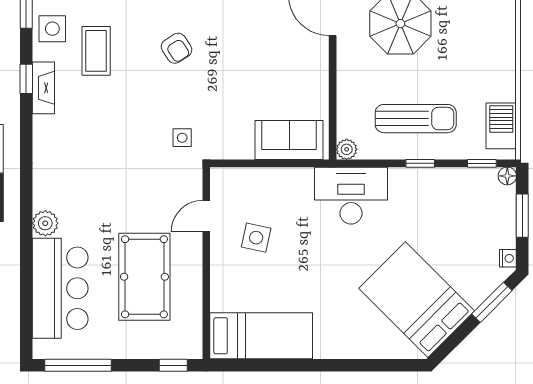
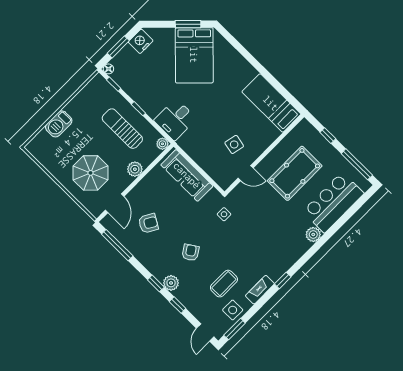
armchair: (266, 32) -> (148, 223), added
window: (26, 79) -> (283, 280), moved
plant: (350, 83) -> (135, 169), added
barbecue: (501, 126) -> (59, 124), moved
sofa: (289, 140) -> (187, 175), width x1.36
desk: (351, 196) -> (175, 120), width x0.73
nightstand: (508, 258) -> (141, 41), width x1.89, depth x1.79
window: (492, 302) -> (188, 24), moved
window: (173, 365) -> (328, 136), moved

